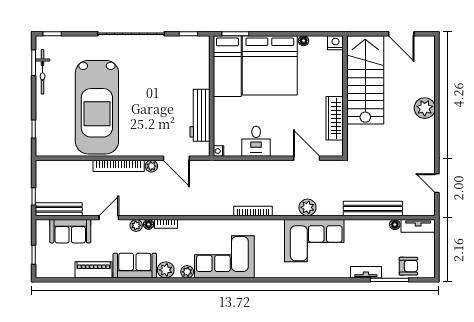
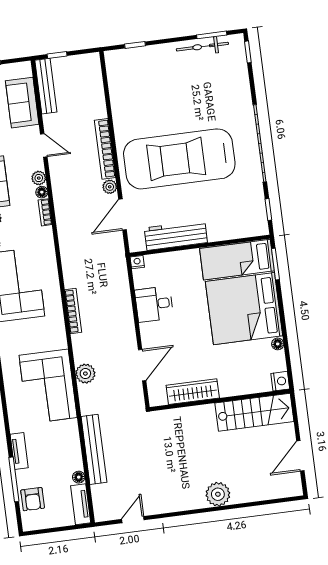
stairs: (365, 80) -> (254, 412), width x0.73, depth x0.66
car: (97, 107) -> (179, 159), moved

